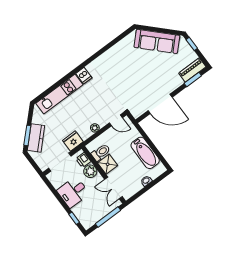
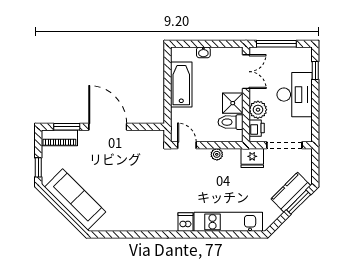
door: (160, 104) -> (108, 127), moved
desk: (73, 192) -> (295, 95), width x1.37

